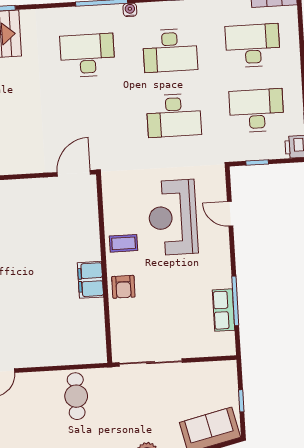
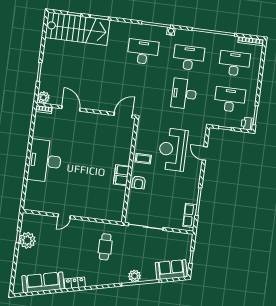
desk: (170, 50) -> (189, 58), turned 180
desk: (174, 115) -> (184, 94), turned 90
row of seats: (224, 310) -> (190, 216), moved
cafe table: (76, 396) -> (105, 247), moved

